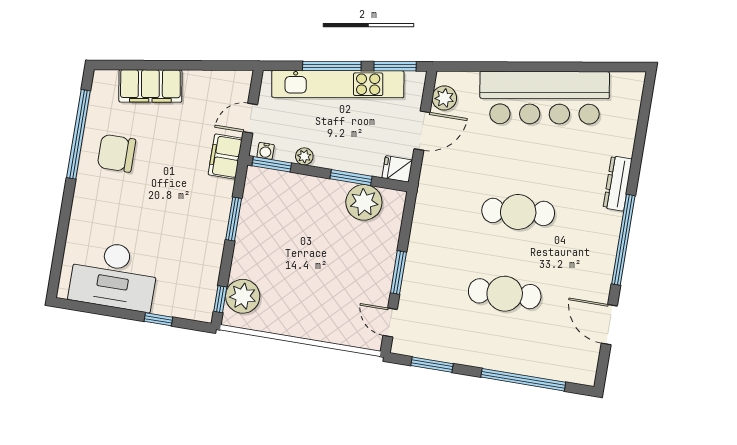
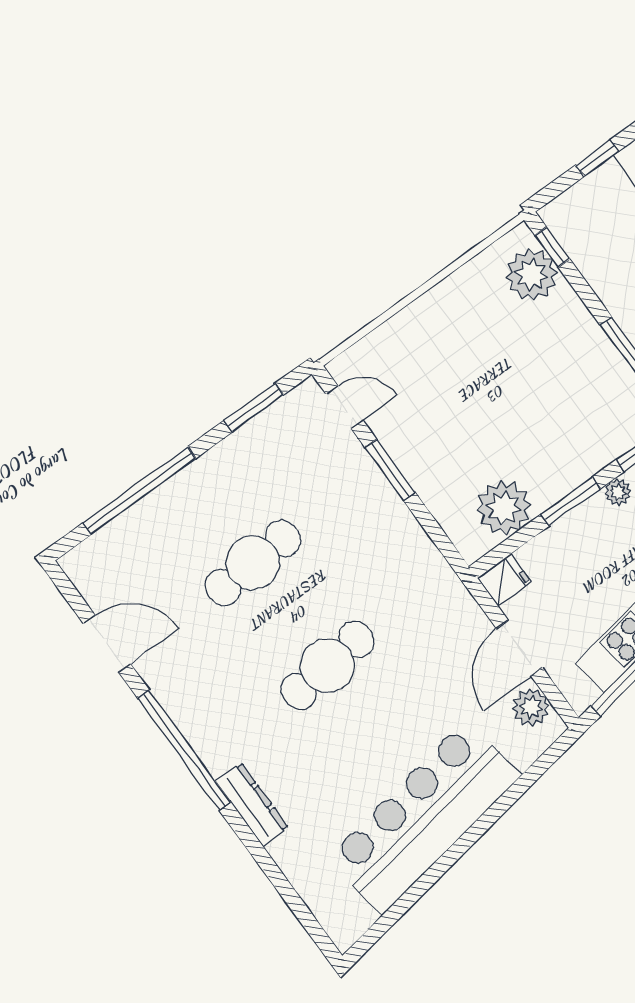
window: (351, 177) -> (571, 502), moved

